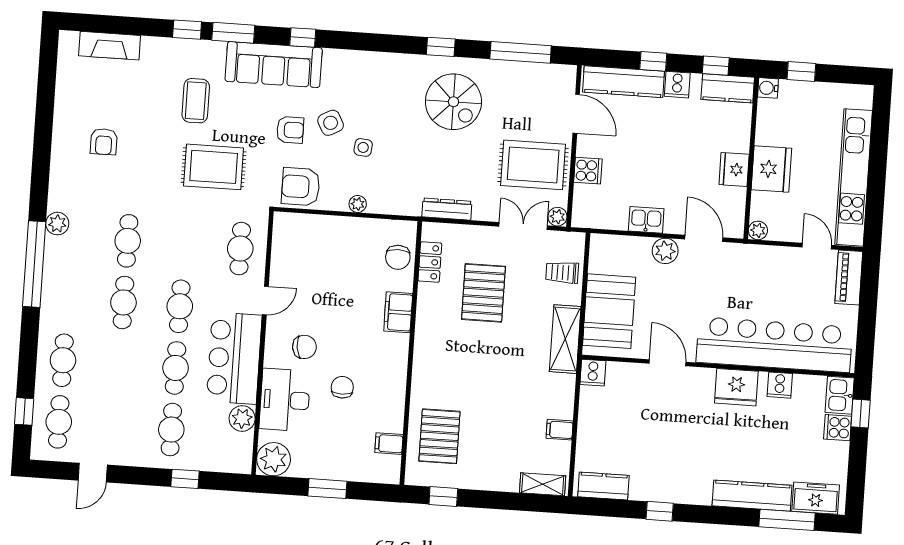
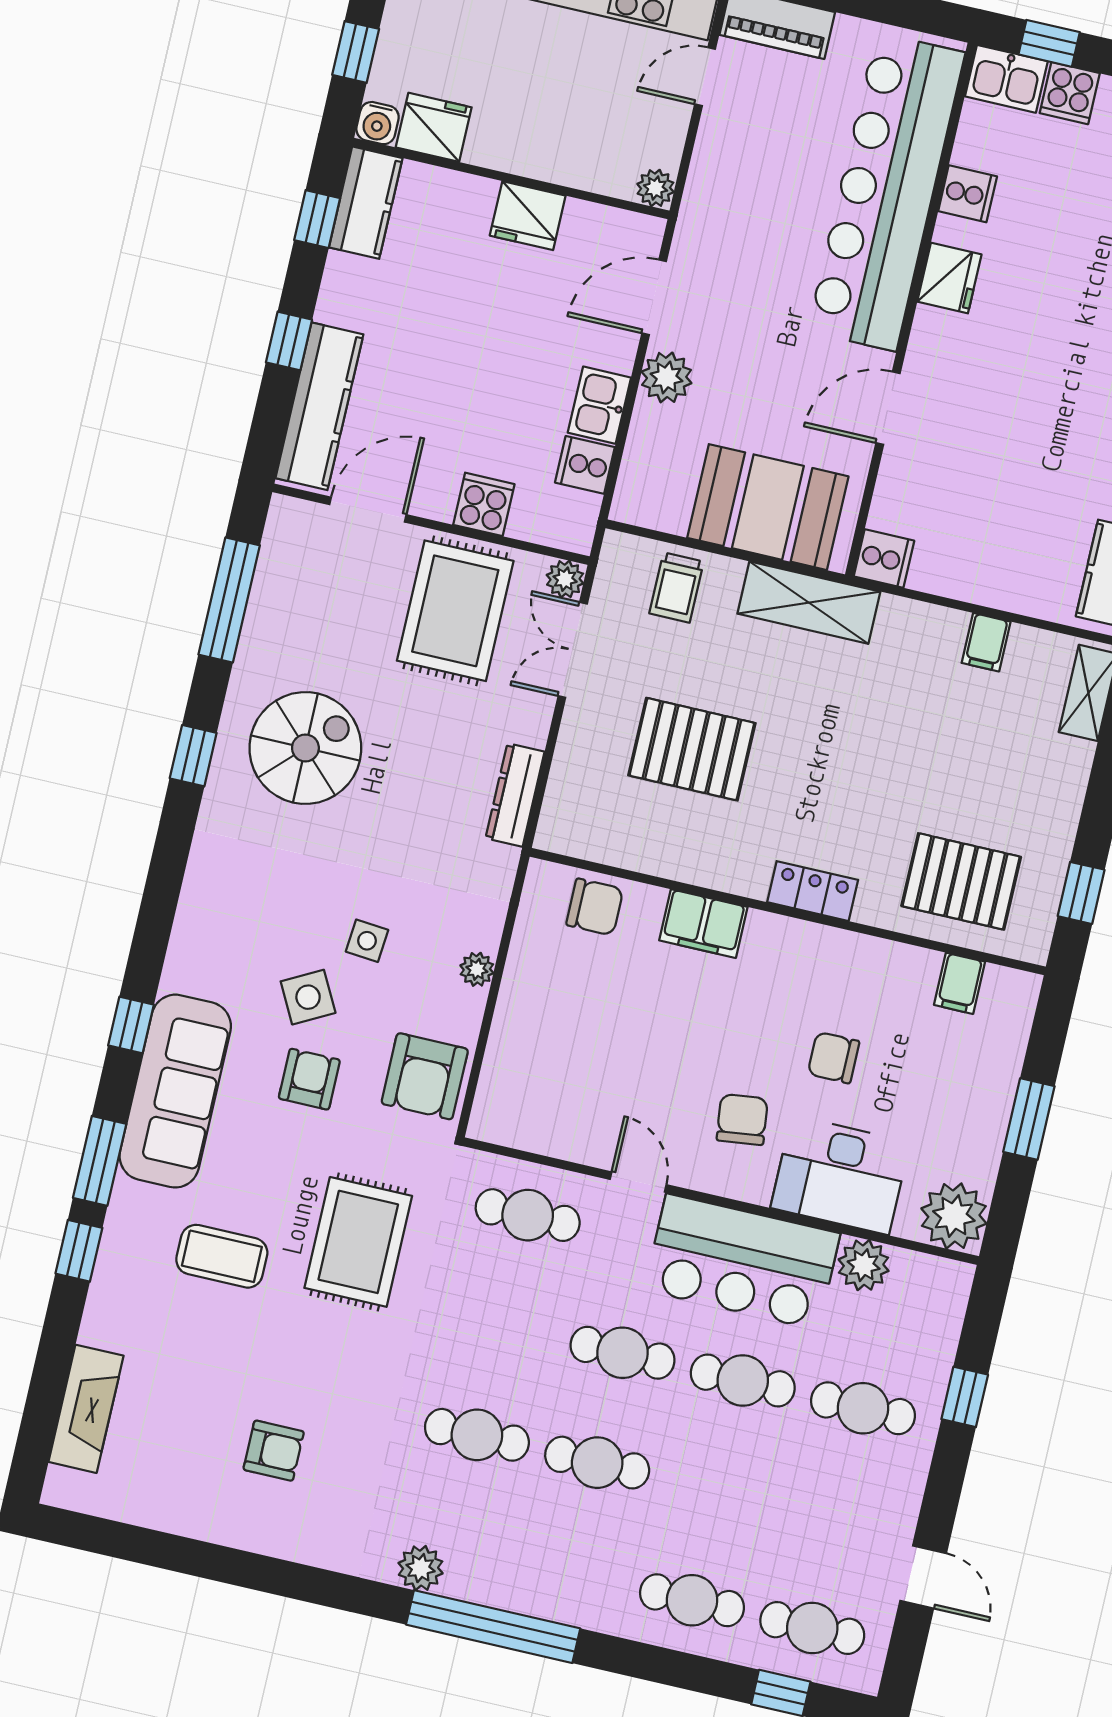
cooker: (677, 85) -> (585, 465), moved, turned 180
fridge: (771, 169) -> (434, 127), moved, width x0.73, depth x0.75
locker: (430, 262) -> (813, 891), moved
fridge: (736, 387) -> (949, 278), width x0.73, depth x0.75

